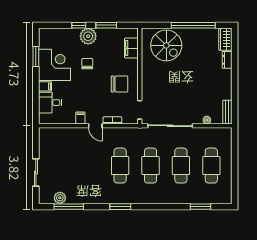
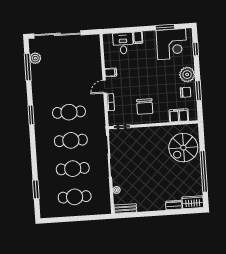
window: (79, 25) -> (196, 49), moved
chair: (87, 64) -> (185, 92), moved
corner desk: (54, 65) -> (172, 44), moved
sliding door: (36, 173) -> (57, 34), width x1.86

